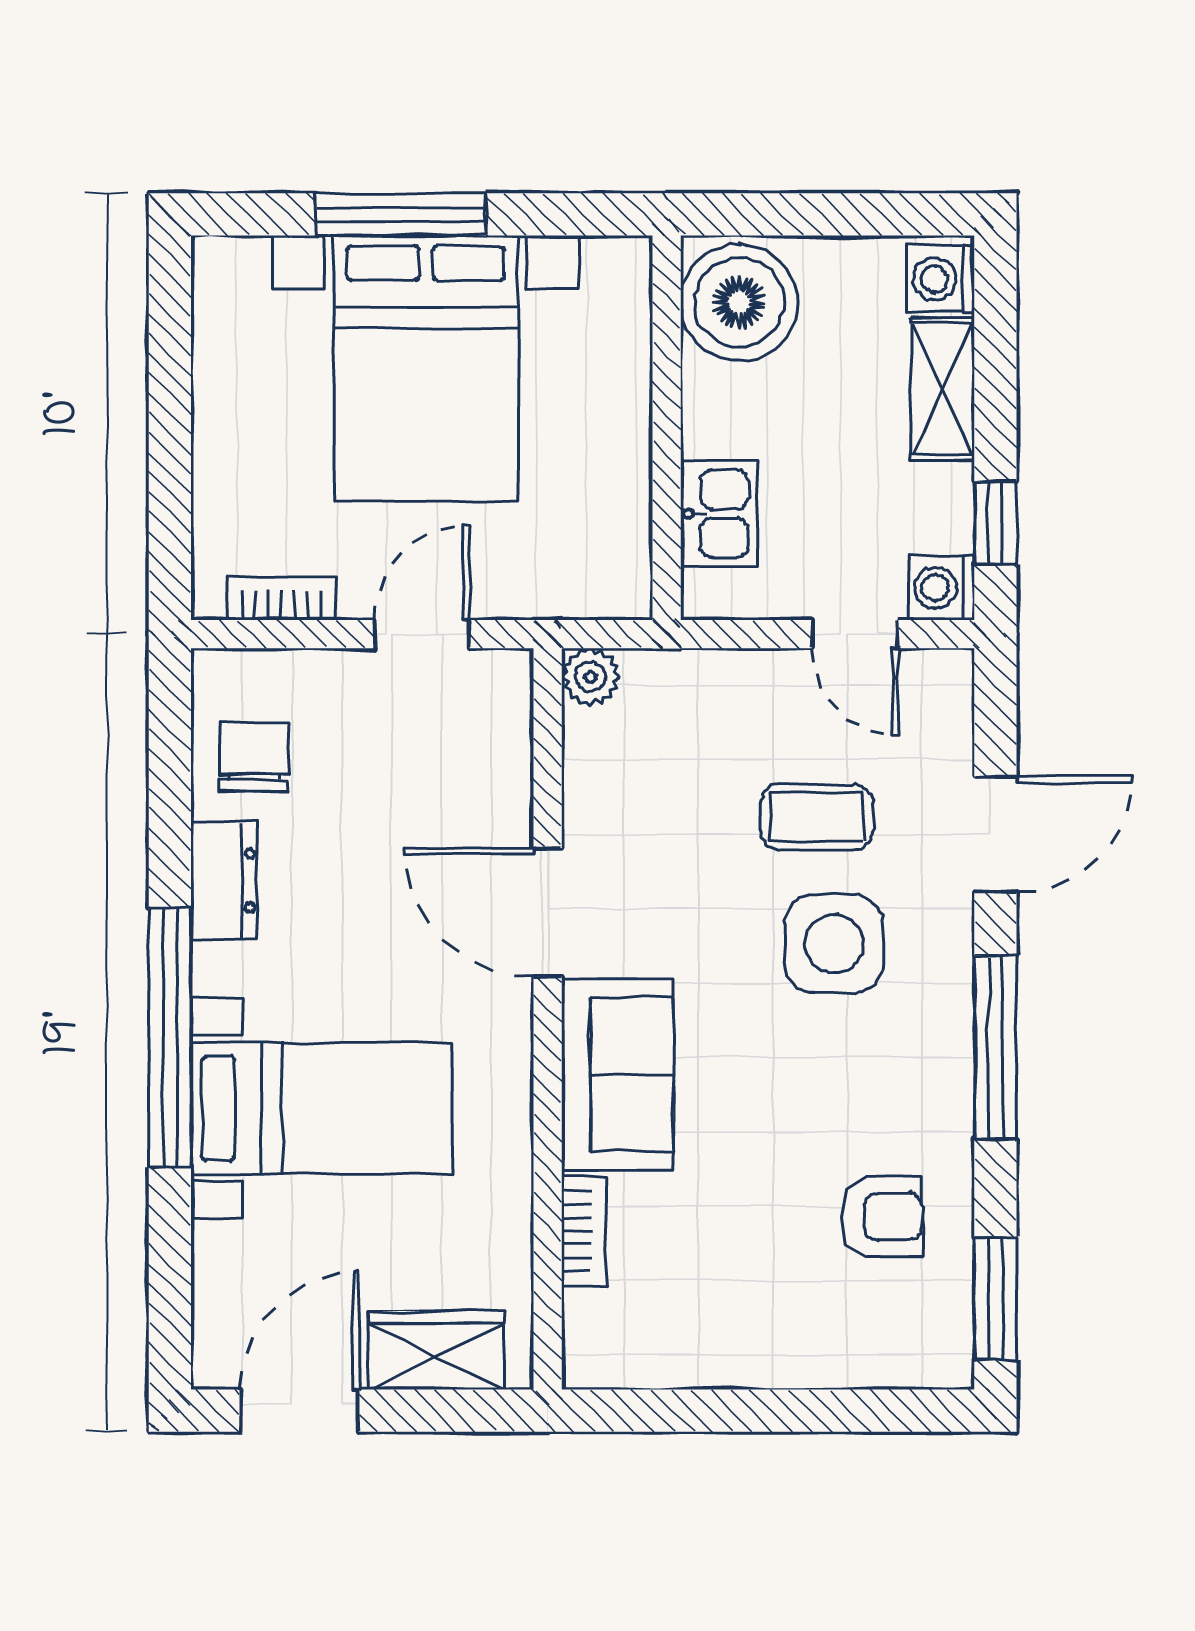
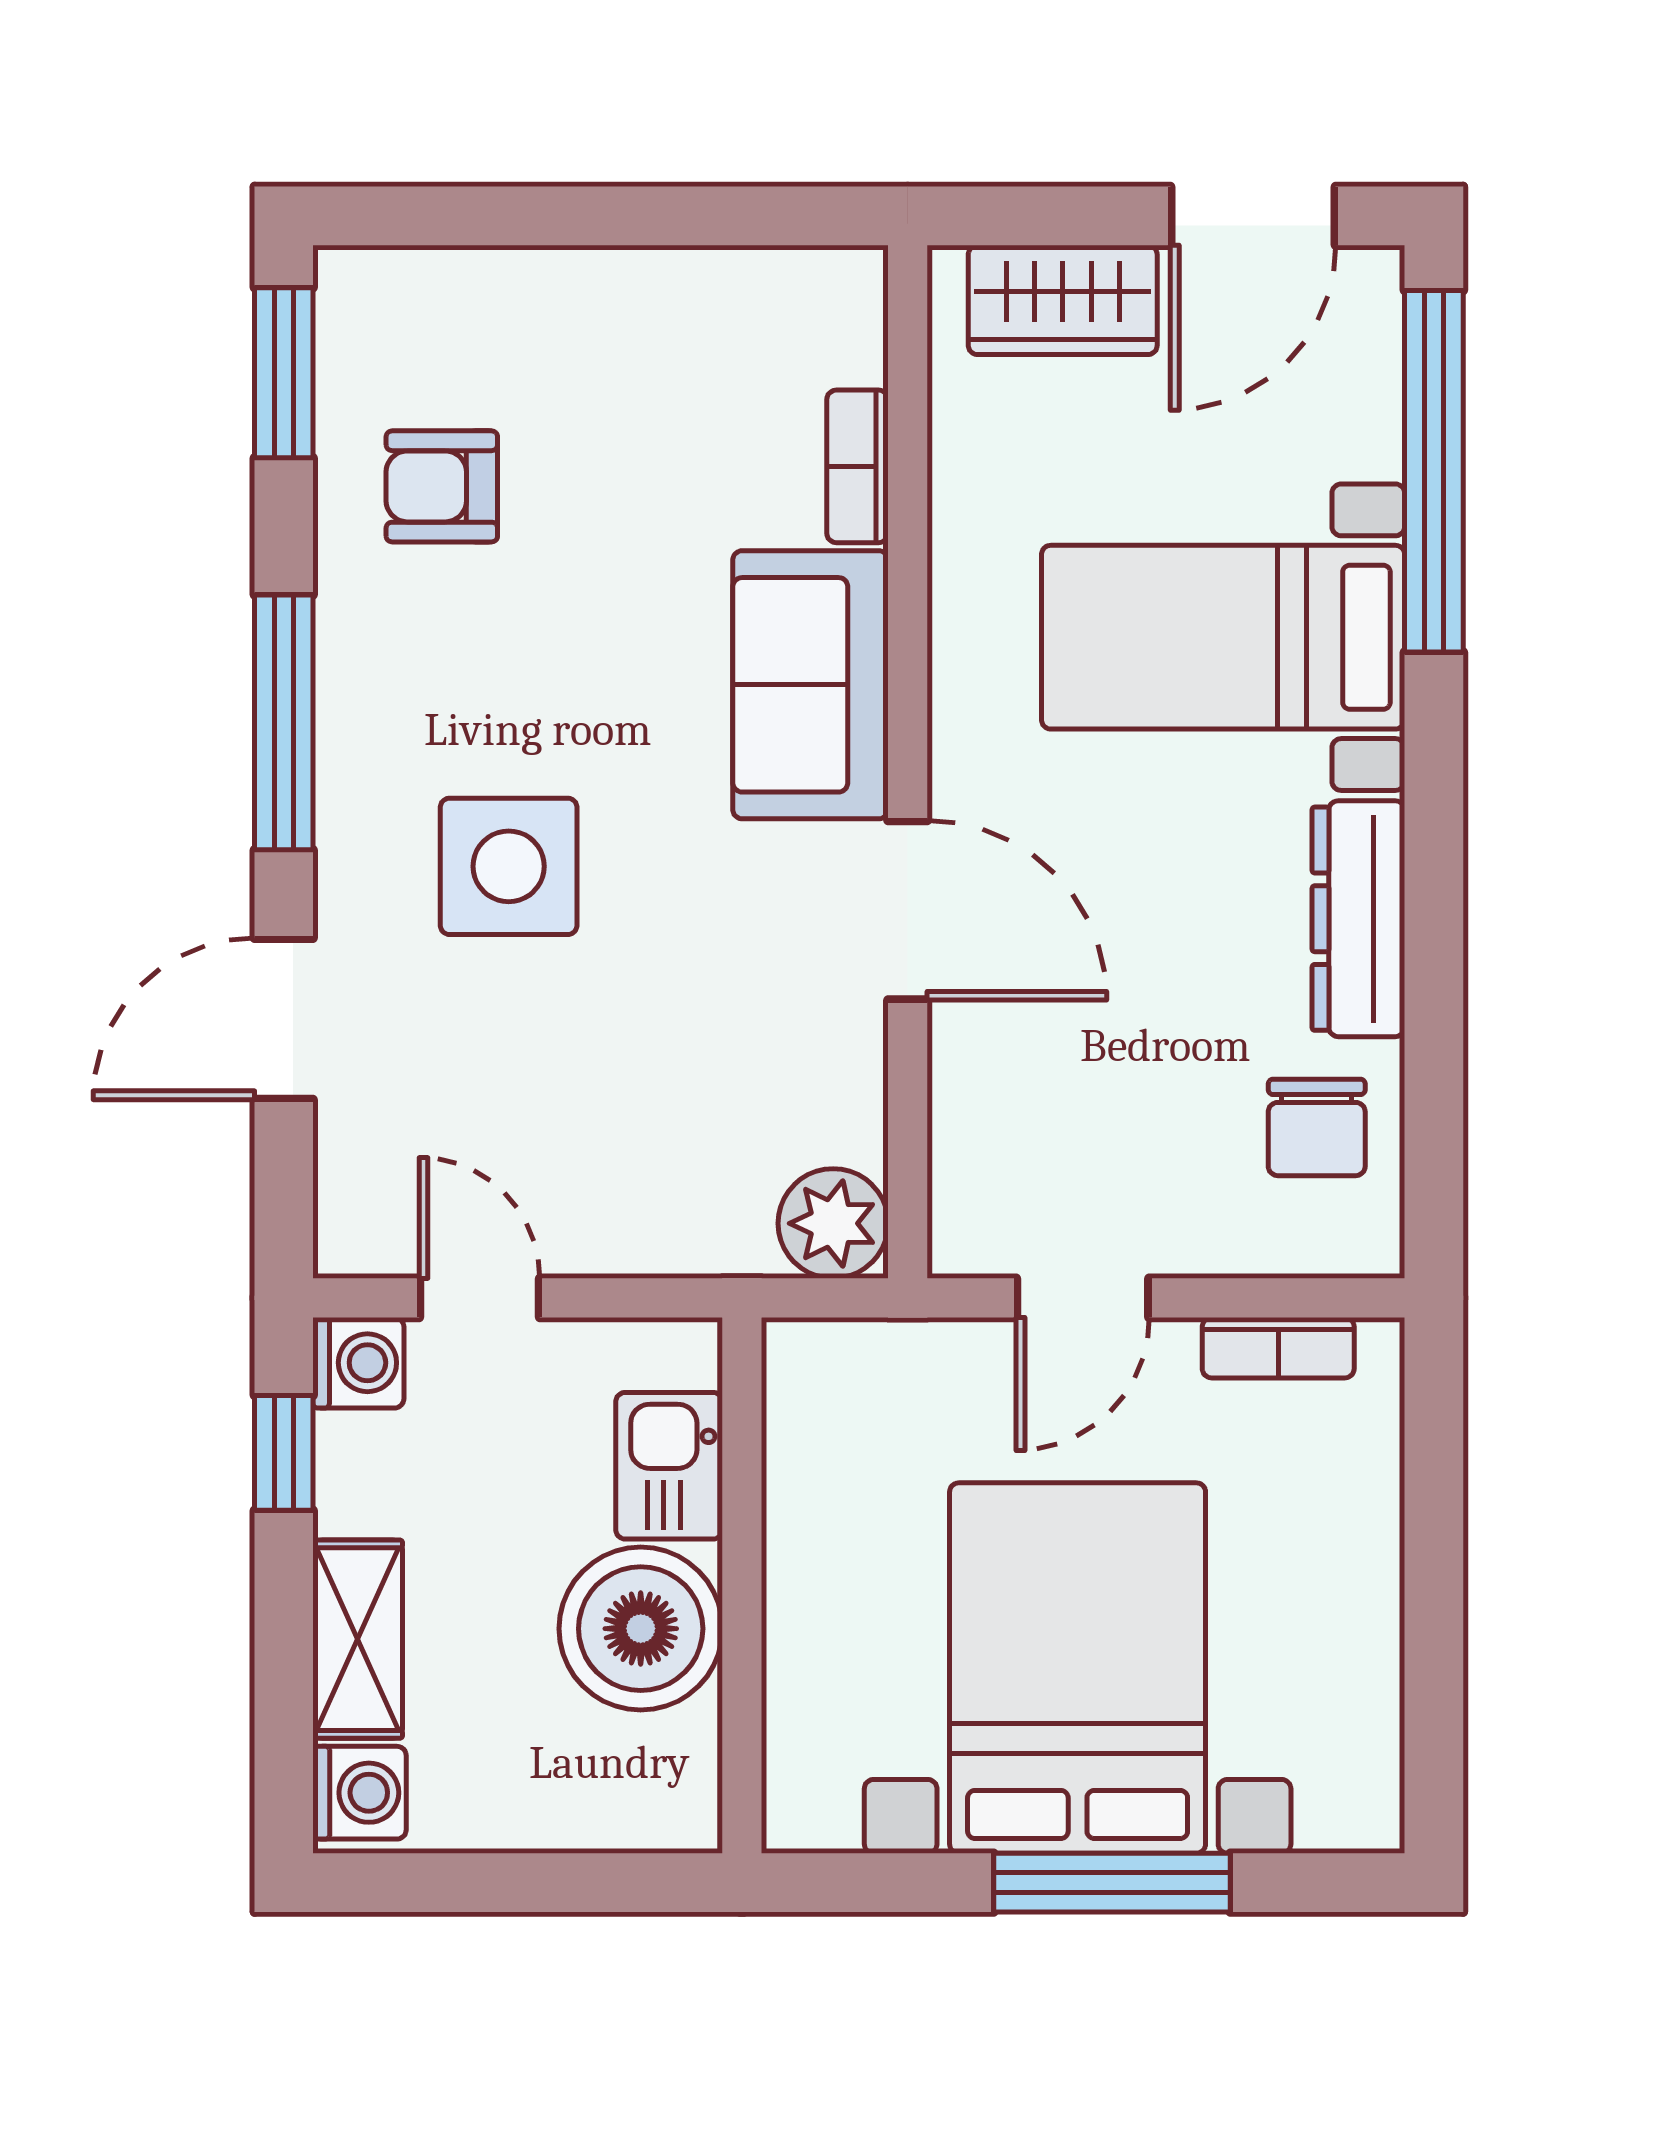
boiler: (739, 302) -> (641, 1629), moved
plant: (590, 677) -> (833, 1223), width x1.38, depth x1.38
coffee table: (817, 817) -> (533, 1043), removed
dresser: (224, 880) -> (1358, 919), width x1.44
window: (170, 1038) -> (1434, 471), moved

